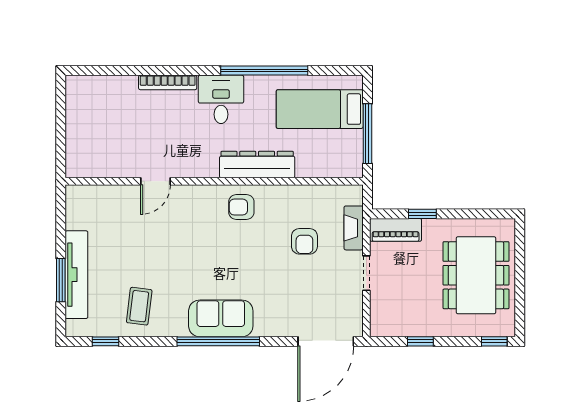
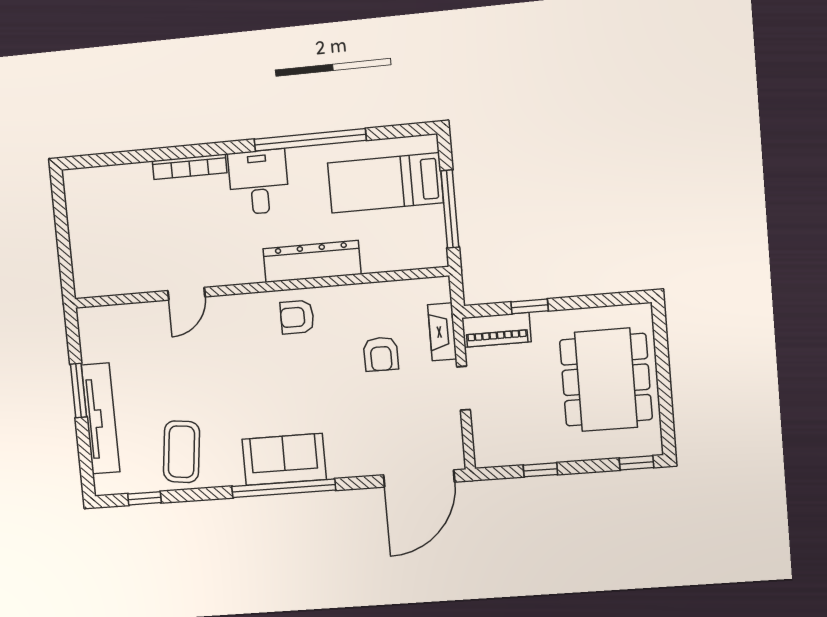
window: (61, 280) -> (78, 391), moved
coffee table: (139, 306) -> (181, 452), width x1.36, depth x1.30

